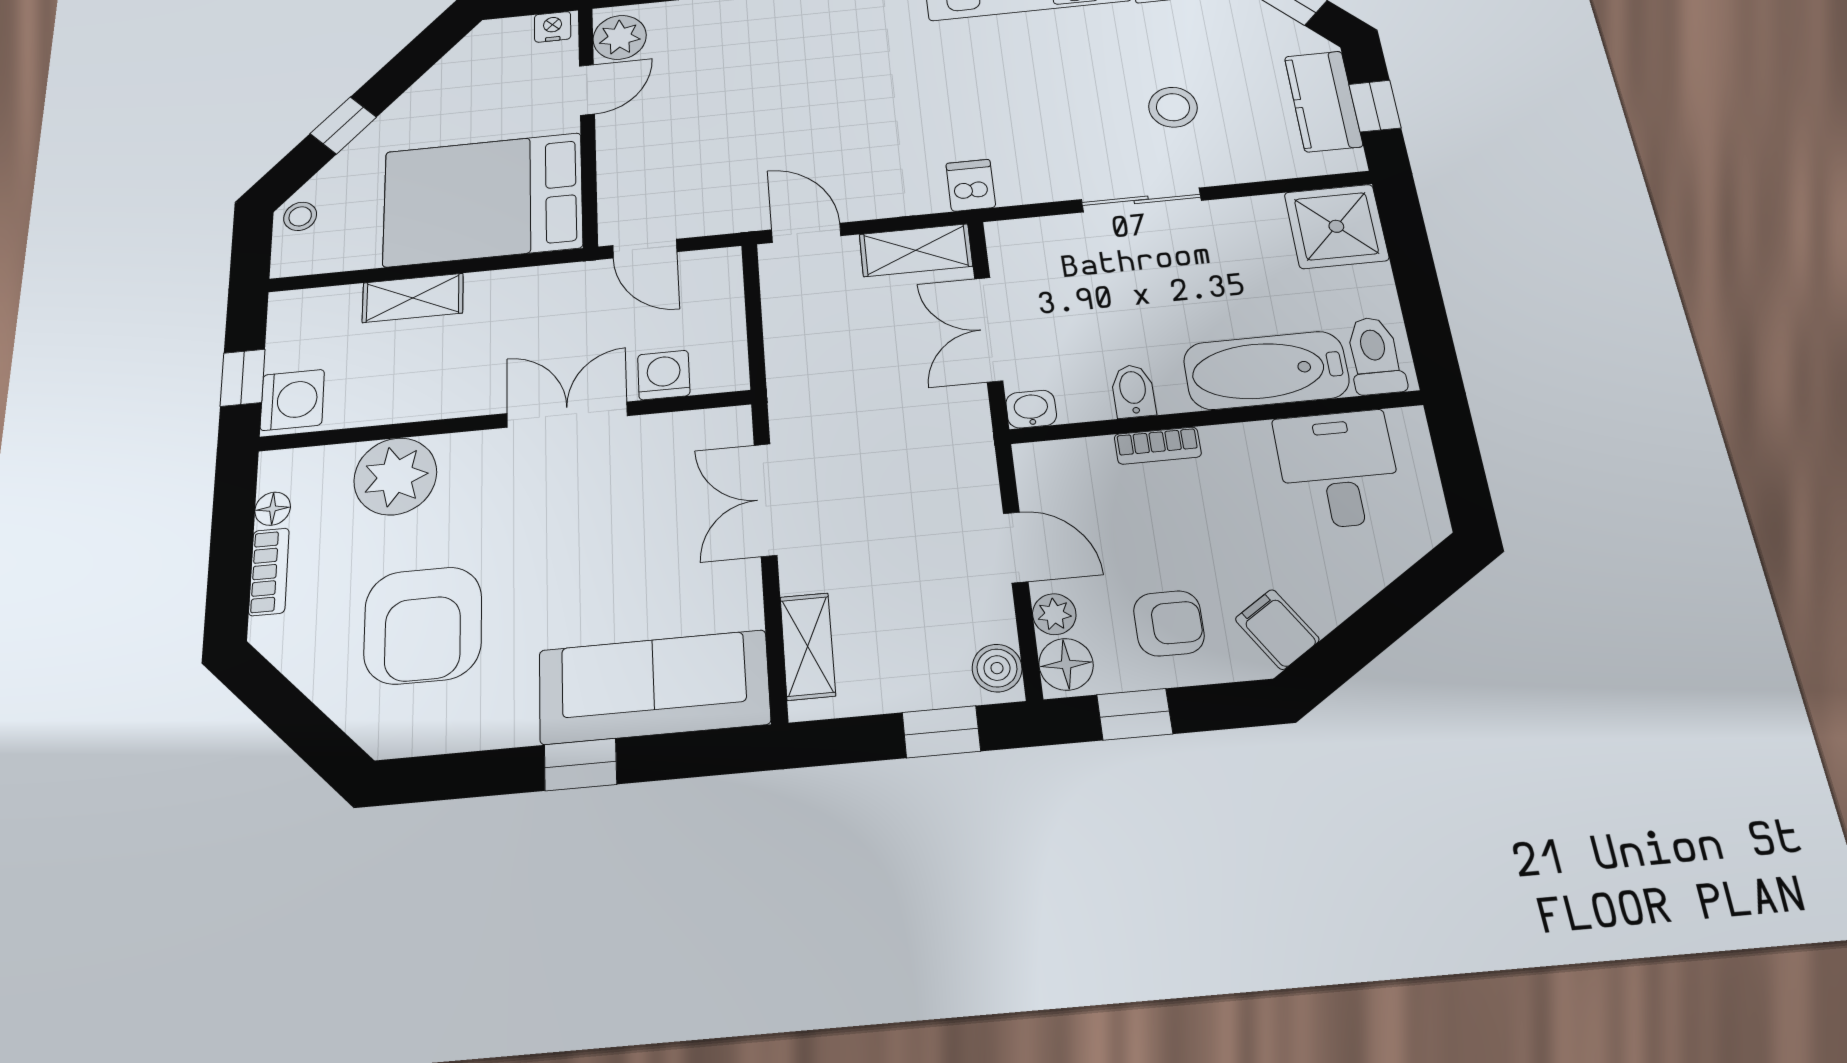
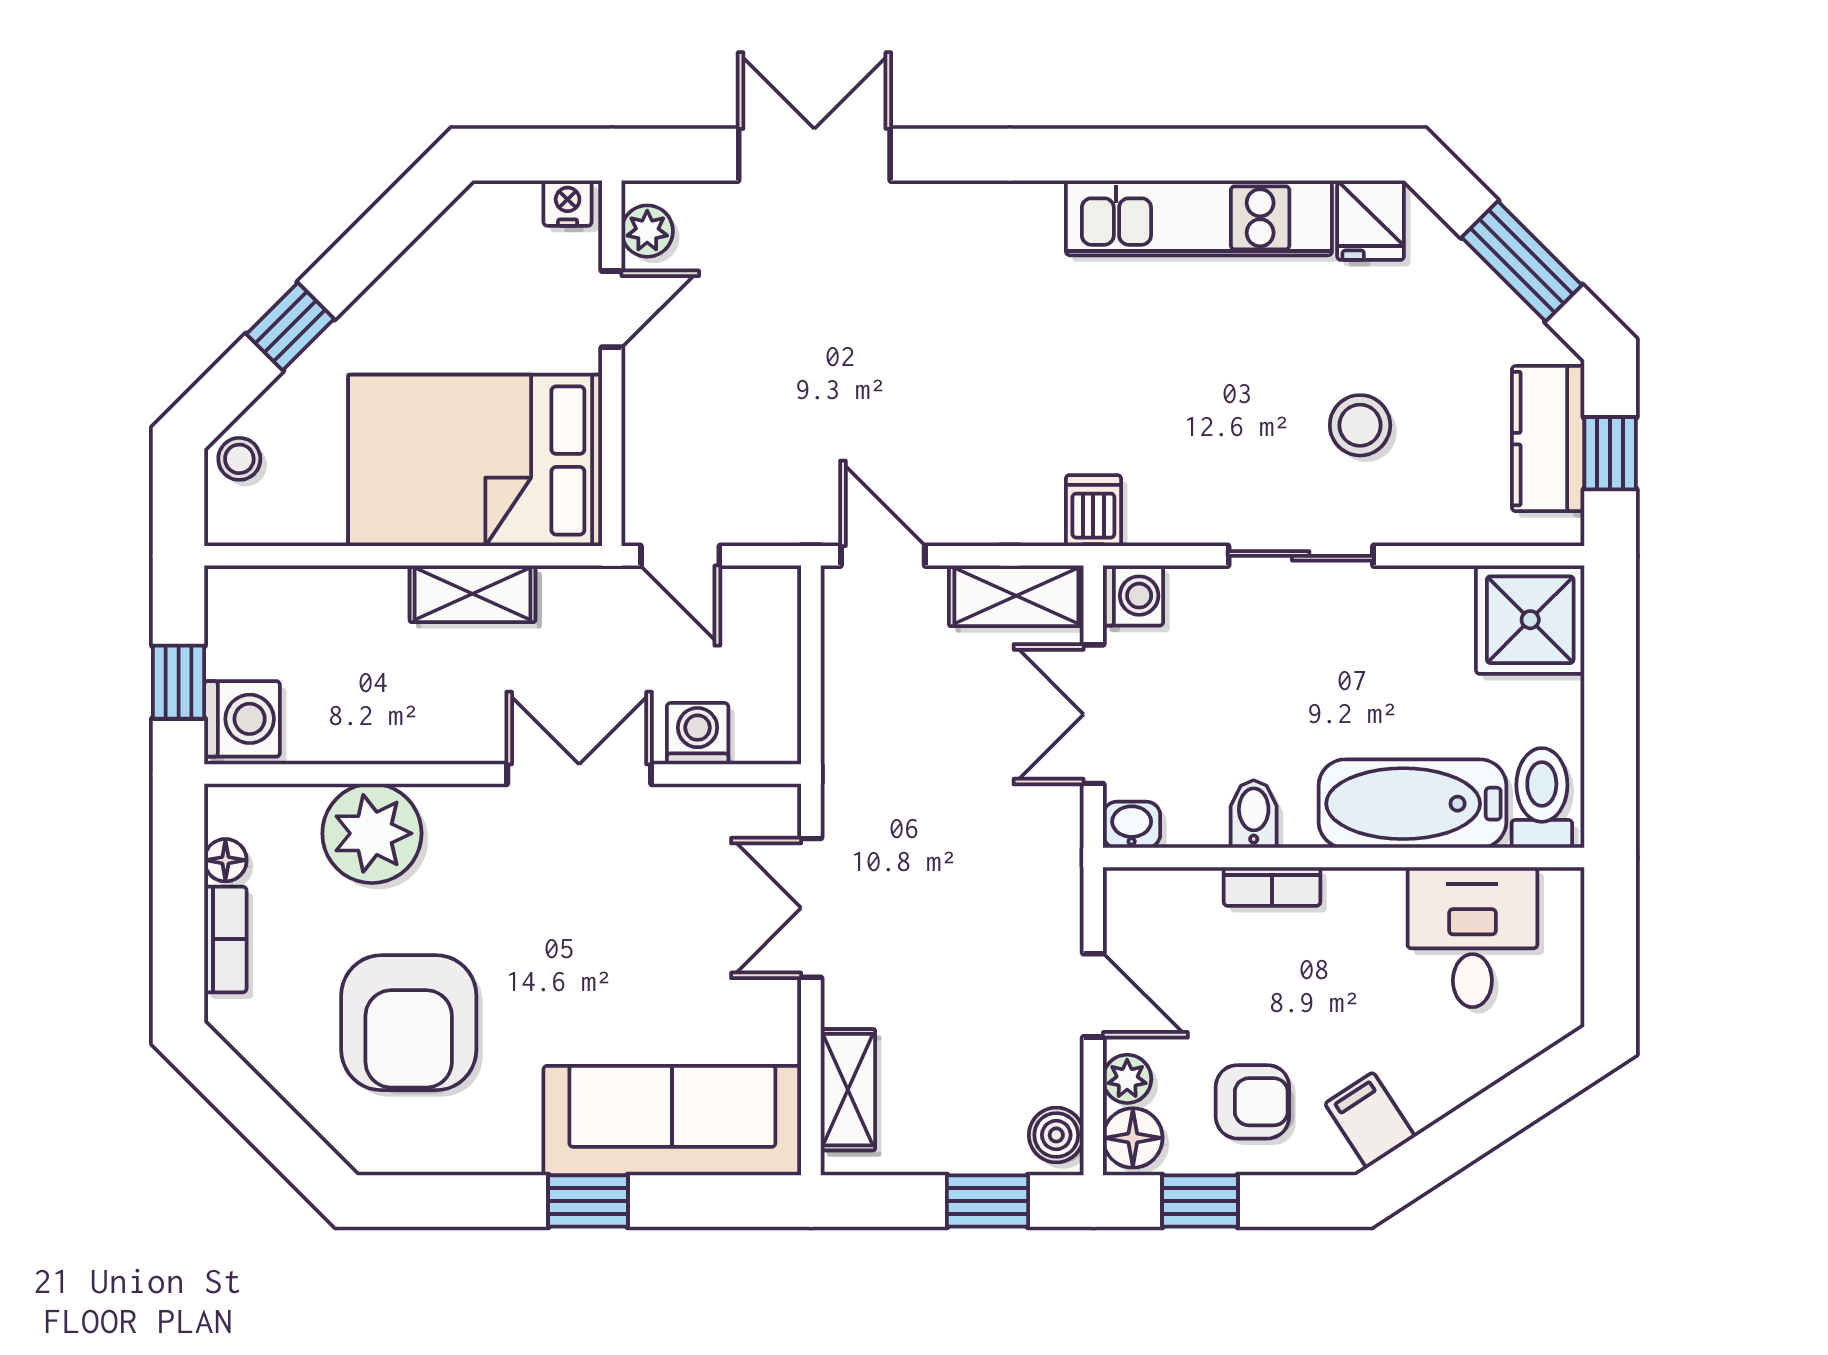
plant: (620, 37) -> (647, 231), width x0.73, depth x0.73
washing machine: (1010, 241) -> (1133, 596), added
shelving: (413, 298) -> (473, 594), moved

